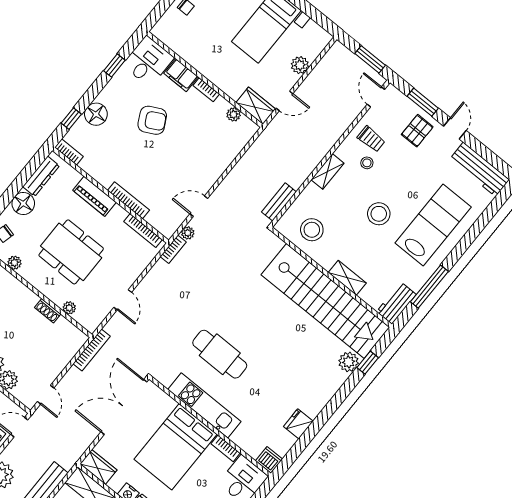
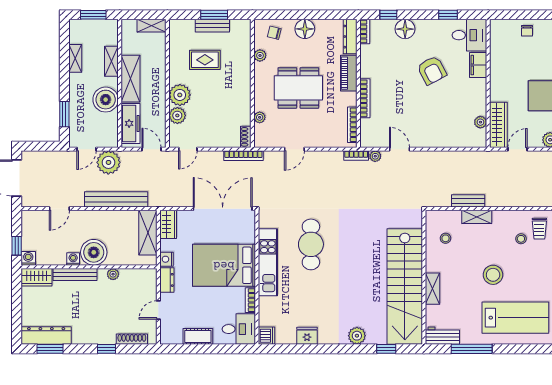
bookcase: (206, 90) -> (482, 90), removed
door: (284, 101) -> (517, 149), swing flipped
wardrobe: (256, 106) -> (498, 125), width x1.50
shelving: (327, 171) -> (477, 217), moved
dresser: (41, 176) -> (350, 37), moved, turned 90
bench: (279, 202) -> (468, 201), moved
stool: (312, 230) -> (446, 238), width x0.53, depth x0.53
dining table: (71, 252) -> (298, 88), turned 90
shoe rack: (48, 311) -> (246, 137), moved
plant: (349, 362) -> (357, 336), moved

